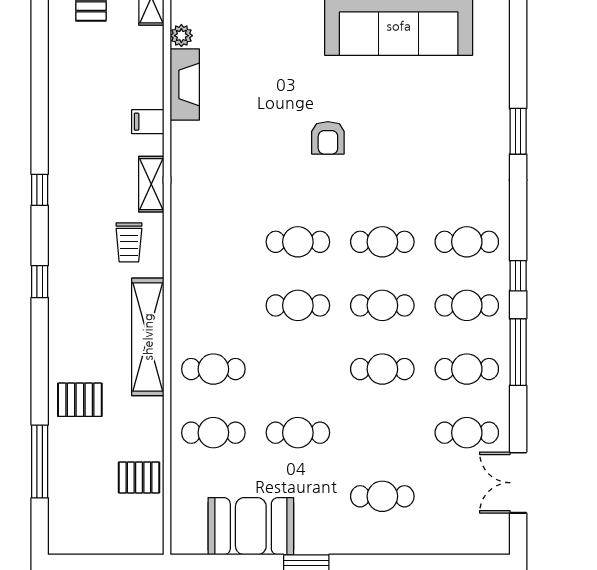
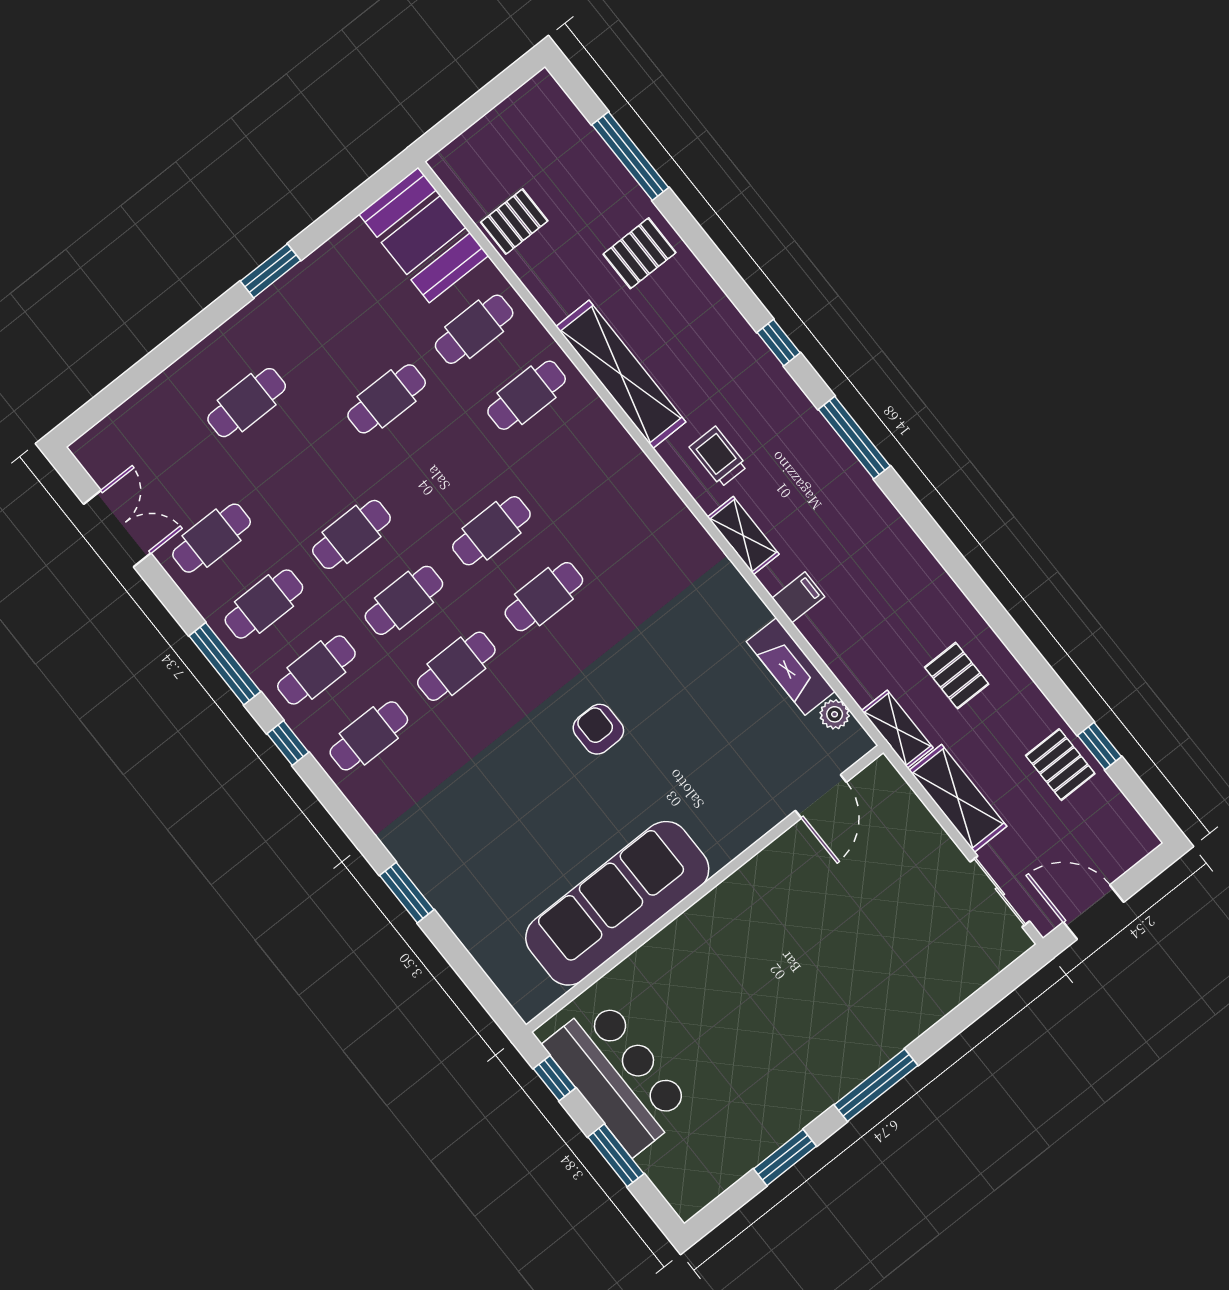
window: (40, 190) -> (854, 438), width x2.17
booth: (251, 526) -> (424, 235), moved, turned 90

